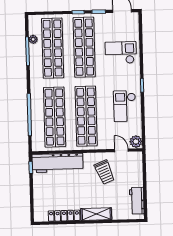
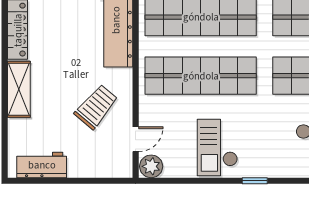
checkout: (125, 106) -> (217, 147), turned -90
trolley: (104, 172) -> (96, 107), turned 152

